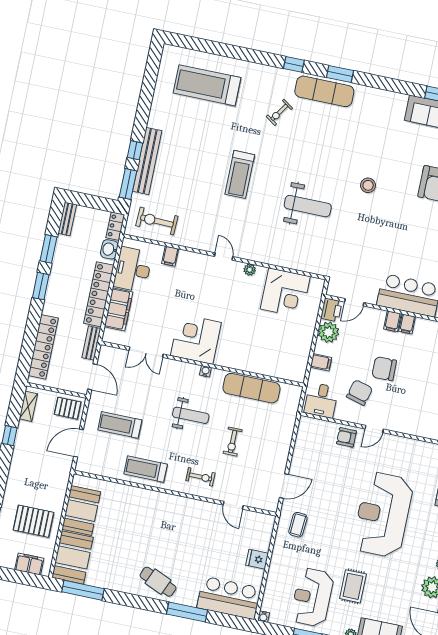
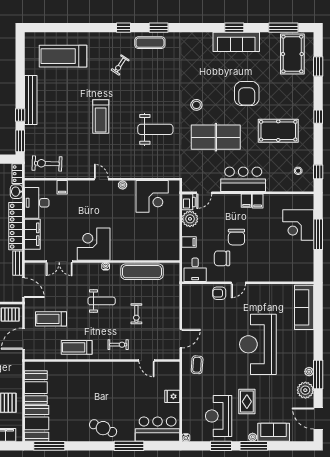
exercise mat: (324, 91) -> (150, 43), width x0.73, depth x0.69
bench: (147, 161) -> (31, 100), moved
table tennis table: (385, 233) -> (216, 137), added
filing cabinet: (392, 321) -> (258, 201), moved
chair: (384, 369) -> (236, 237), turned -89
chair: (360, 393) -> (222, 258), turned -105

